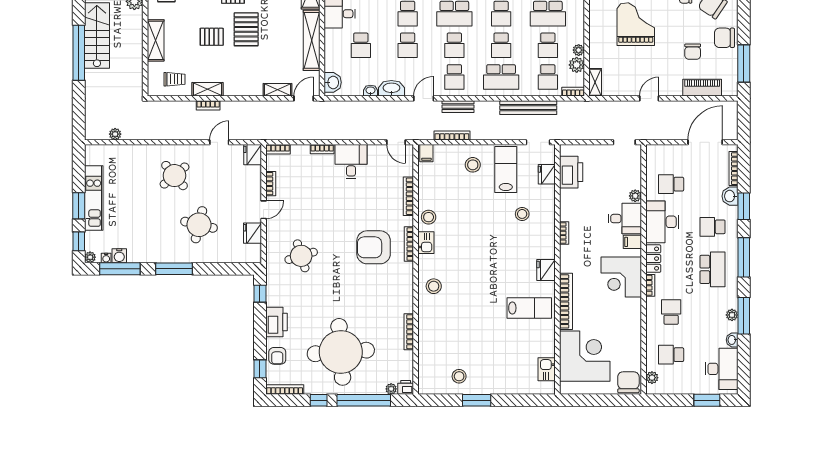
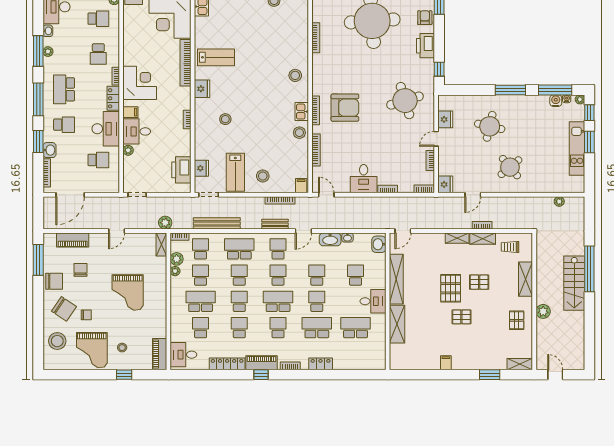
shelving: (277, 90) -> (457, 238), moved
plant: (590, 108) -> (165, 223), added
stool: (522, 214) -> (225, 119), moved
round table: (301, 256) -> (405, 101), width x1.36, depth x1.36
lab bench: (529, 308) -> (216, 57), turned 180

